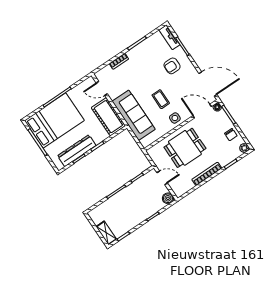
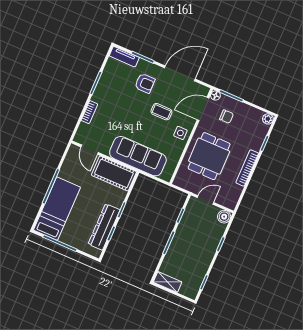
armchair: (172, 66) -> (145, 83), turned -90
door: (208, 84) -> (180, 73), moved
door: (102, 88) -> (90, 150), hinge flipped
coffee table: (161, 99) -> (161, 112), moved
bed: (54, 121) -> (57, 209), width x0.67
chair: (231, 135) -> (226, 117), moved
shelving: (106, 233) -> (168, 282), moved

